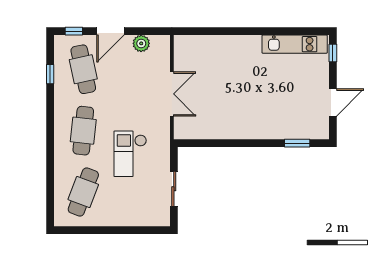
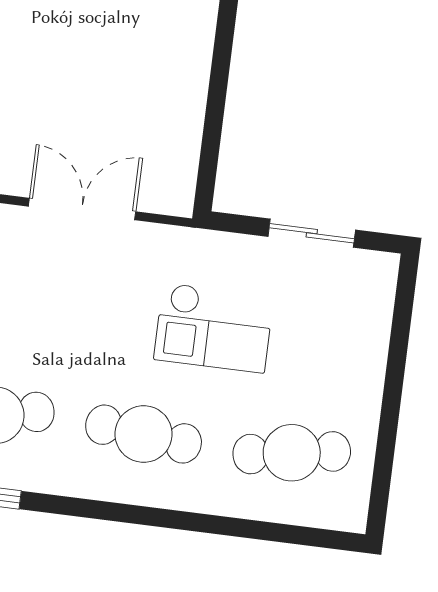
cafe table: (83, 192) -> (292, 453), turned -30

